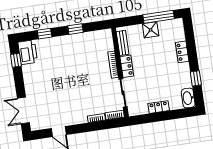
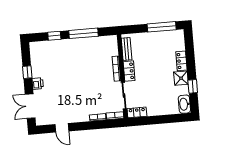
window: (76, 29) -> (83, 33), width x2.17
shower: (151, 30) -> (181, 78), moved
printer: (28, 52) -> (38, 84), moved, width x0.53, depth x0.68
window: (16, 60) -> (27, 72), moved
locker: (159, 107) -> (137, 112), moved

